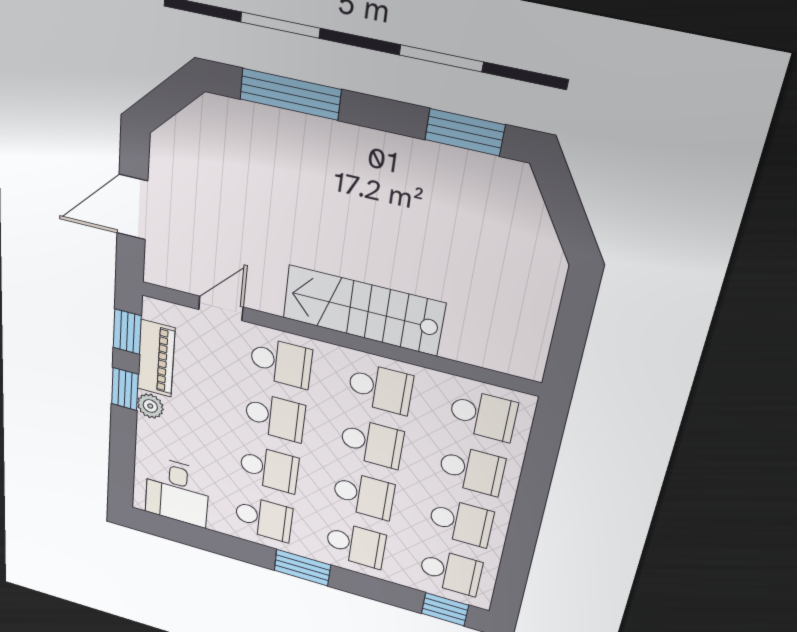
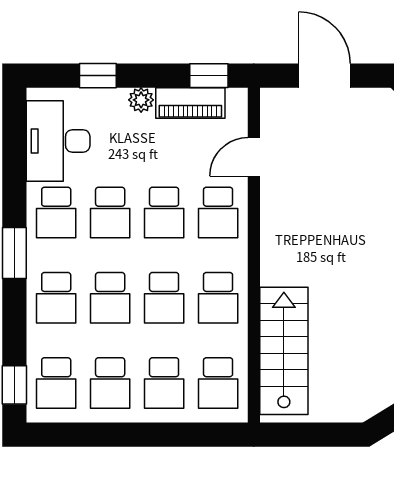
door: (221, 308) -> (254, 157), swing flipped
stairs: (363, 310) -> (284, 351), moved
window: (125, 389) -> (98, 76), moved
desk: (177, 492) -> (58, 141), width x1.37

